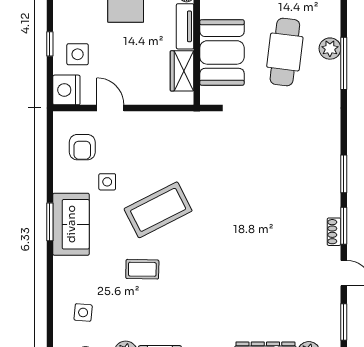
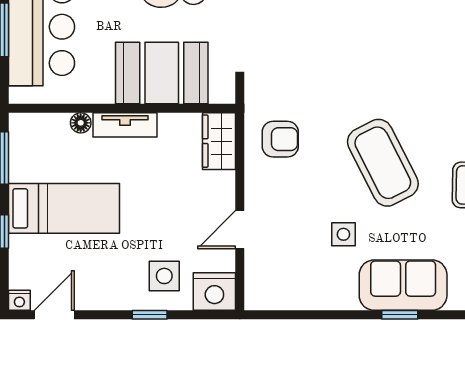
wardrobe: (182, 71) -> (219, 141), moved, turned 90
armchair: (82, 147) -> (280, 139), moved
window: (50, 222) -> (400, 315), width x0.67

